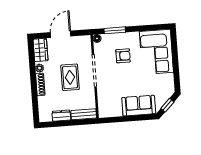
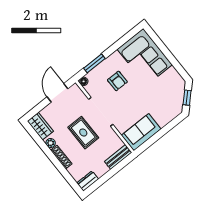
door: (61, 34) -> (58, 93), moved
armchair: (123, 56) -> (117, 81), turned 90
sofa: (139, 106) -> (141, 132), moved
dresser: (61, 116) -> (88, 181), moved

